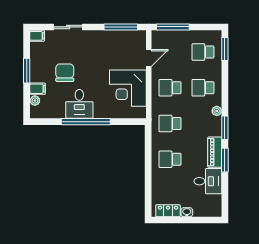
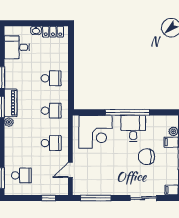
window: (173, 27) -> (49, 198), width x0.46
chair: (65, 73) -> (146, 157), turned 90
corner desk: (128, 88) -> (95, 132), moved, turned 90
school desk: (203, 88) -> (21, 143), removed
piano: (215, 152) -> (11, 103), moved
desk: (208, 181) -> (17, 47), moved

